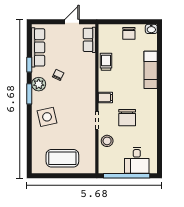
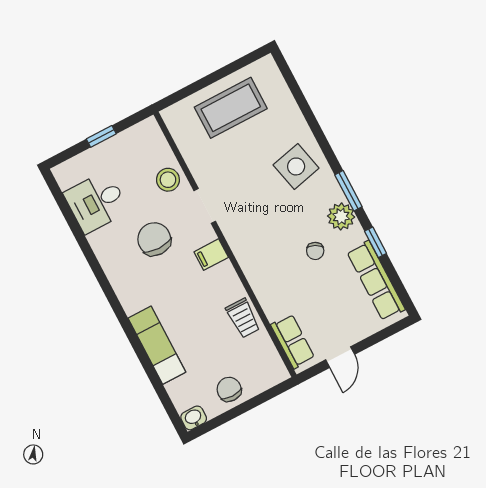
desk: (137, 160) -> (96, 202), moved, turned -90
window: (127, 176) -> (101, 136), width x0.32

